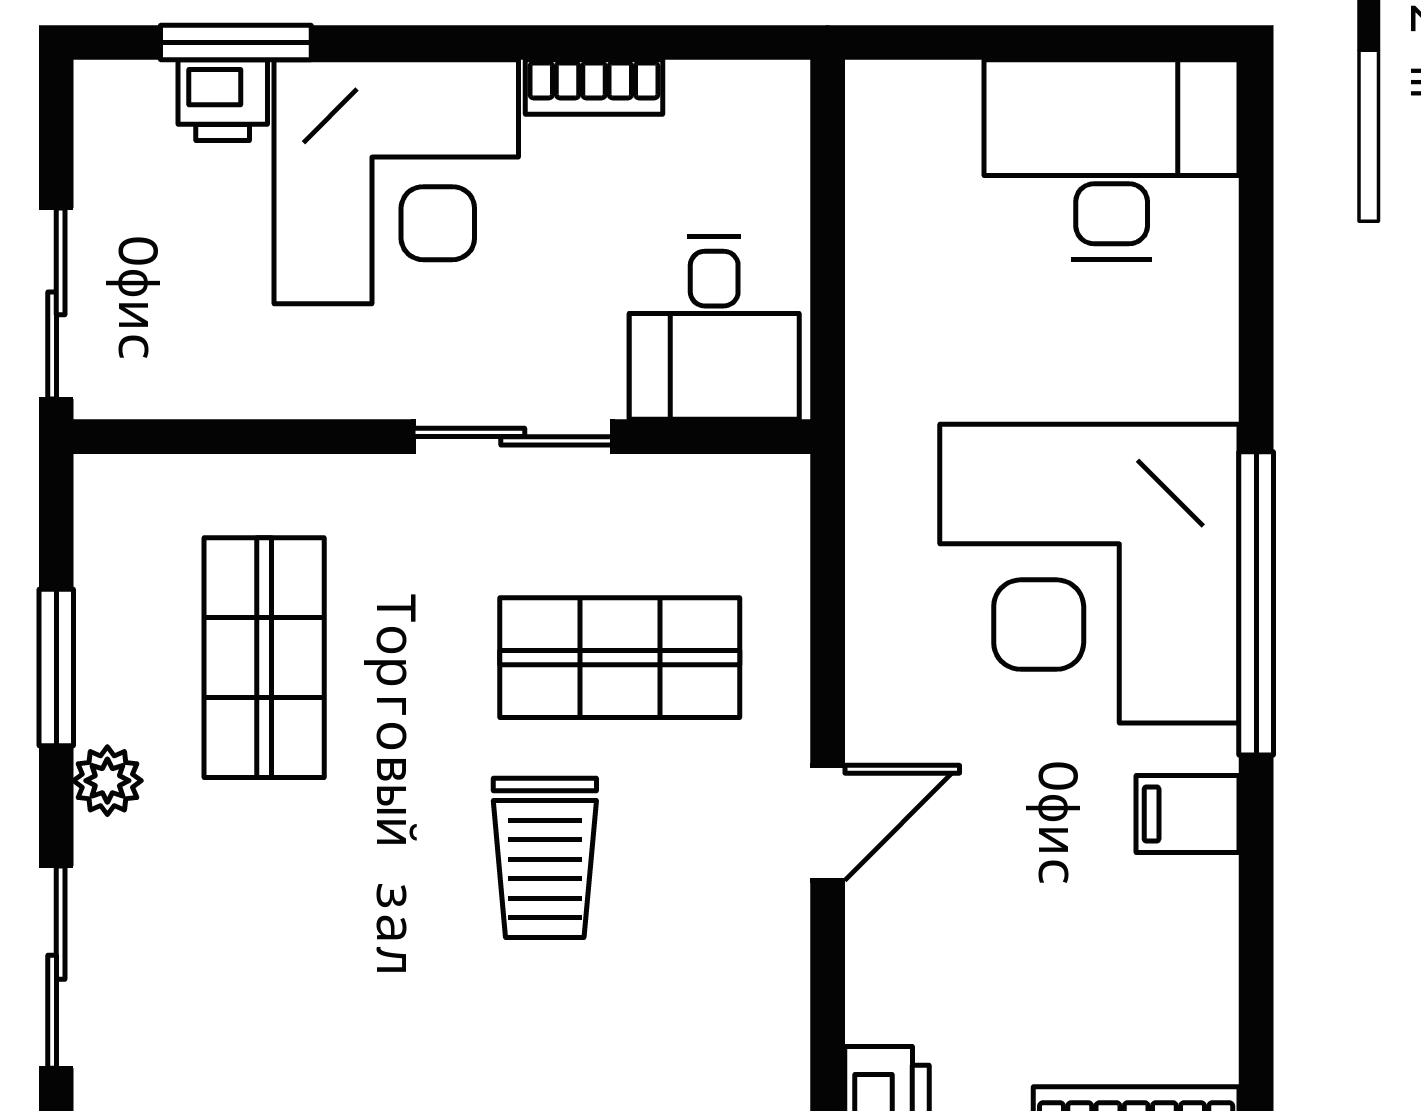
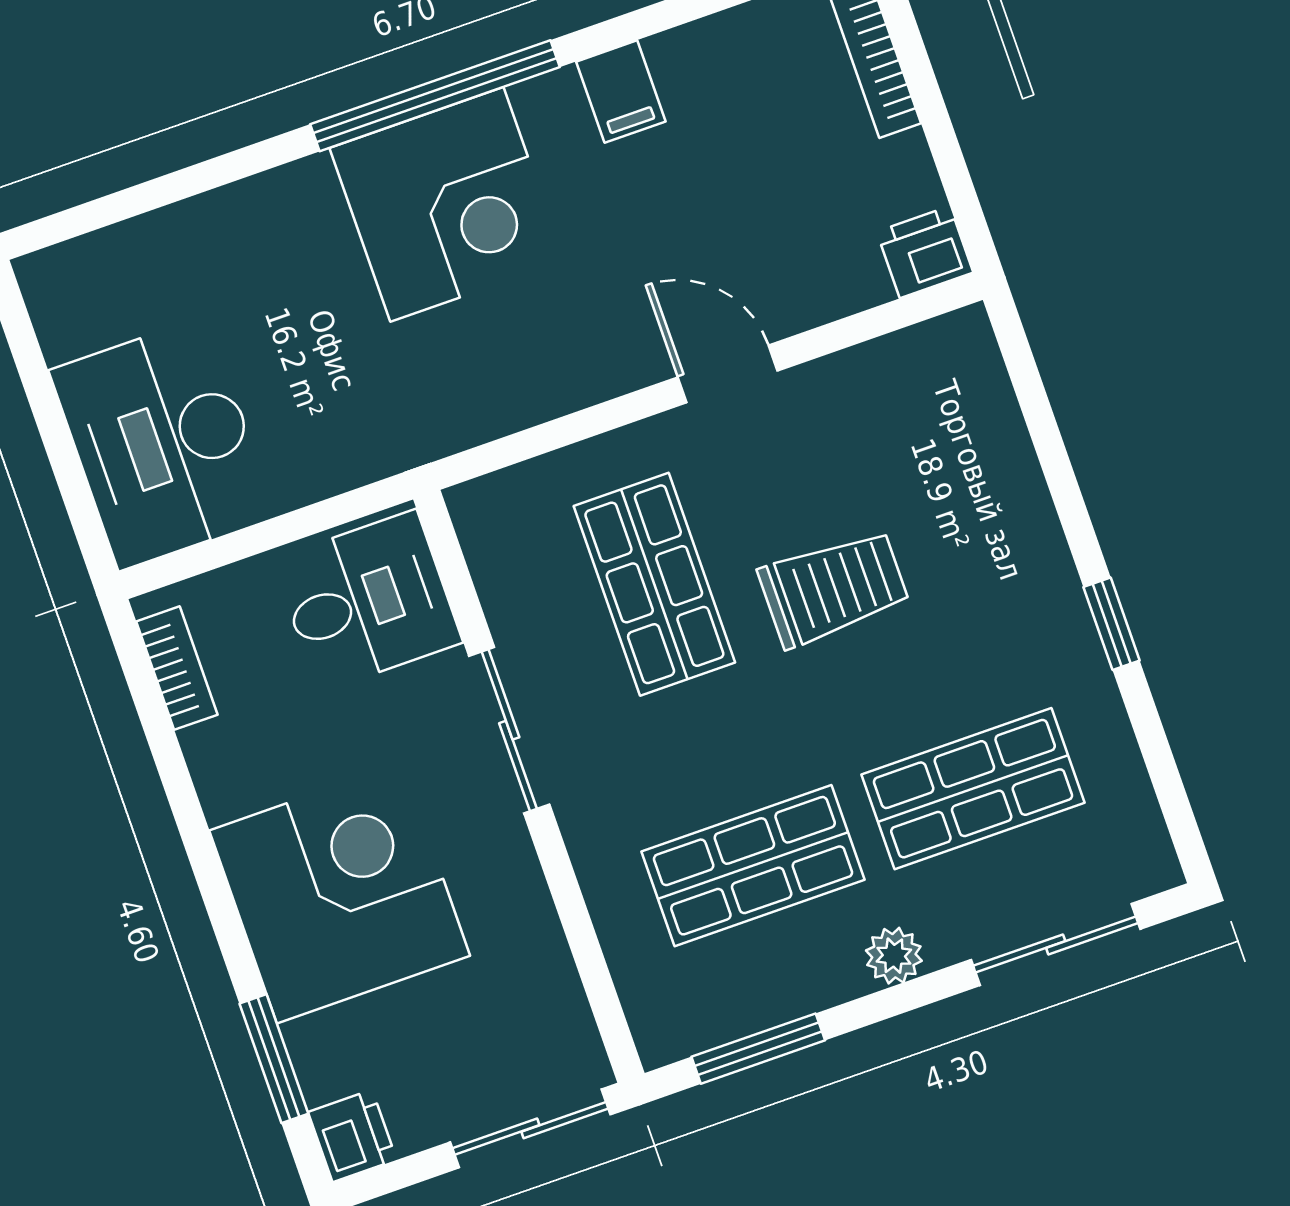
bookcase: (594, 87) -> (177, 668), moved
printer: (223, 100) -> (352, 1136), moved
desk: (1112, 160) -> (163, 443), moved
corner desk: (1089, 574) -> (447, 204), width x0.74, depth x0.74
window: (56, 667) -> (758, 1049), moved
shop shelf: (264, 936) -> (973, 789), added

